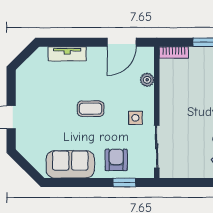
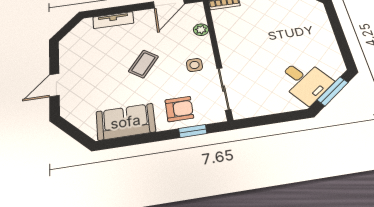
coffee table: (91, 109) -> (143, 64), turned -53
armchair: (116, 160) -> (179, 109), turned 90

